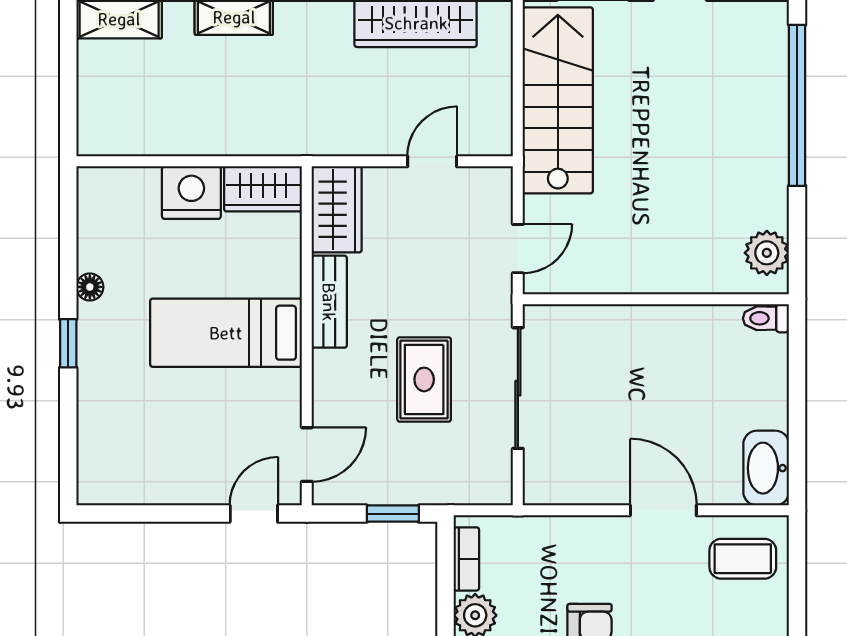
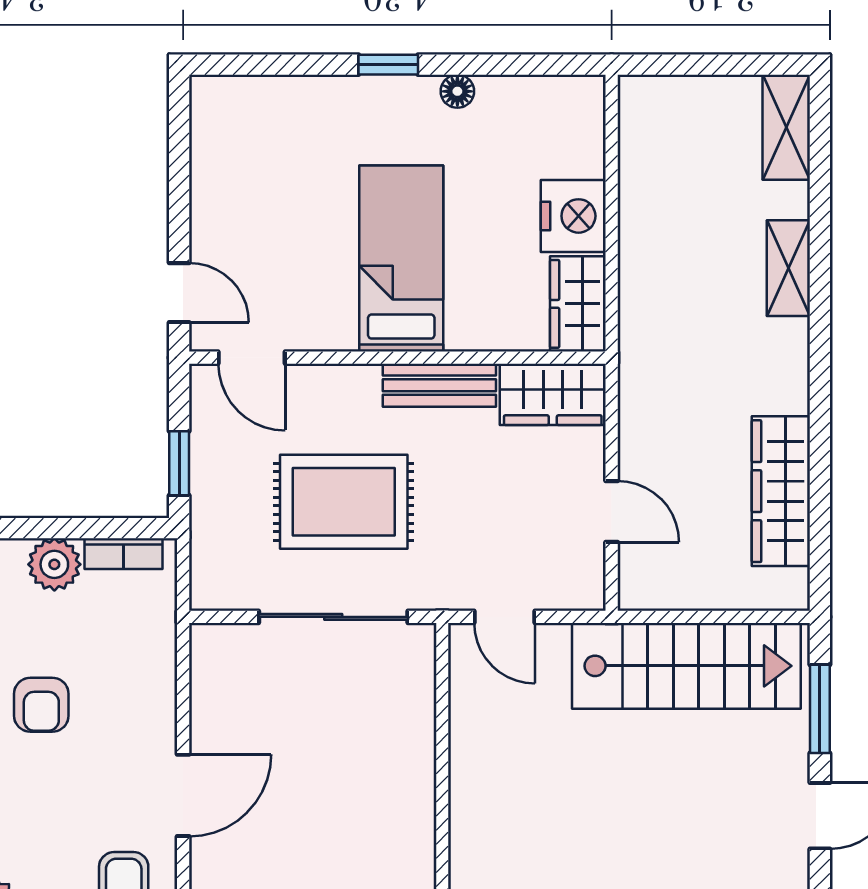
rug: (424, 379) -> (344, 502), width x1.36, depth x1.43

